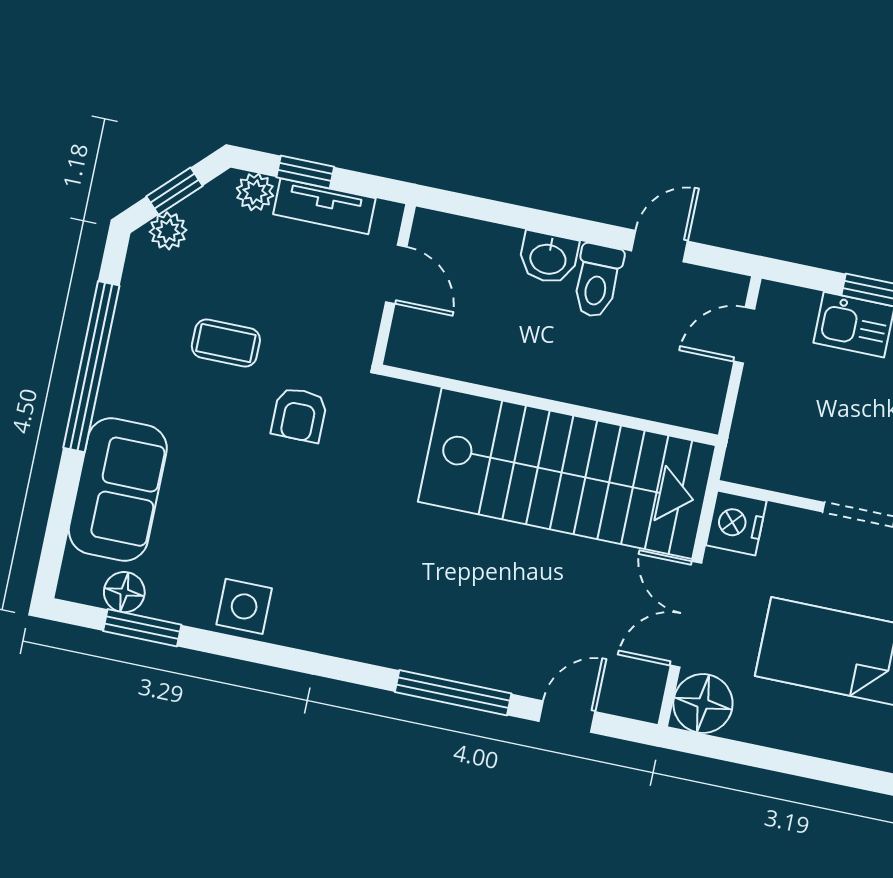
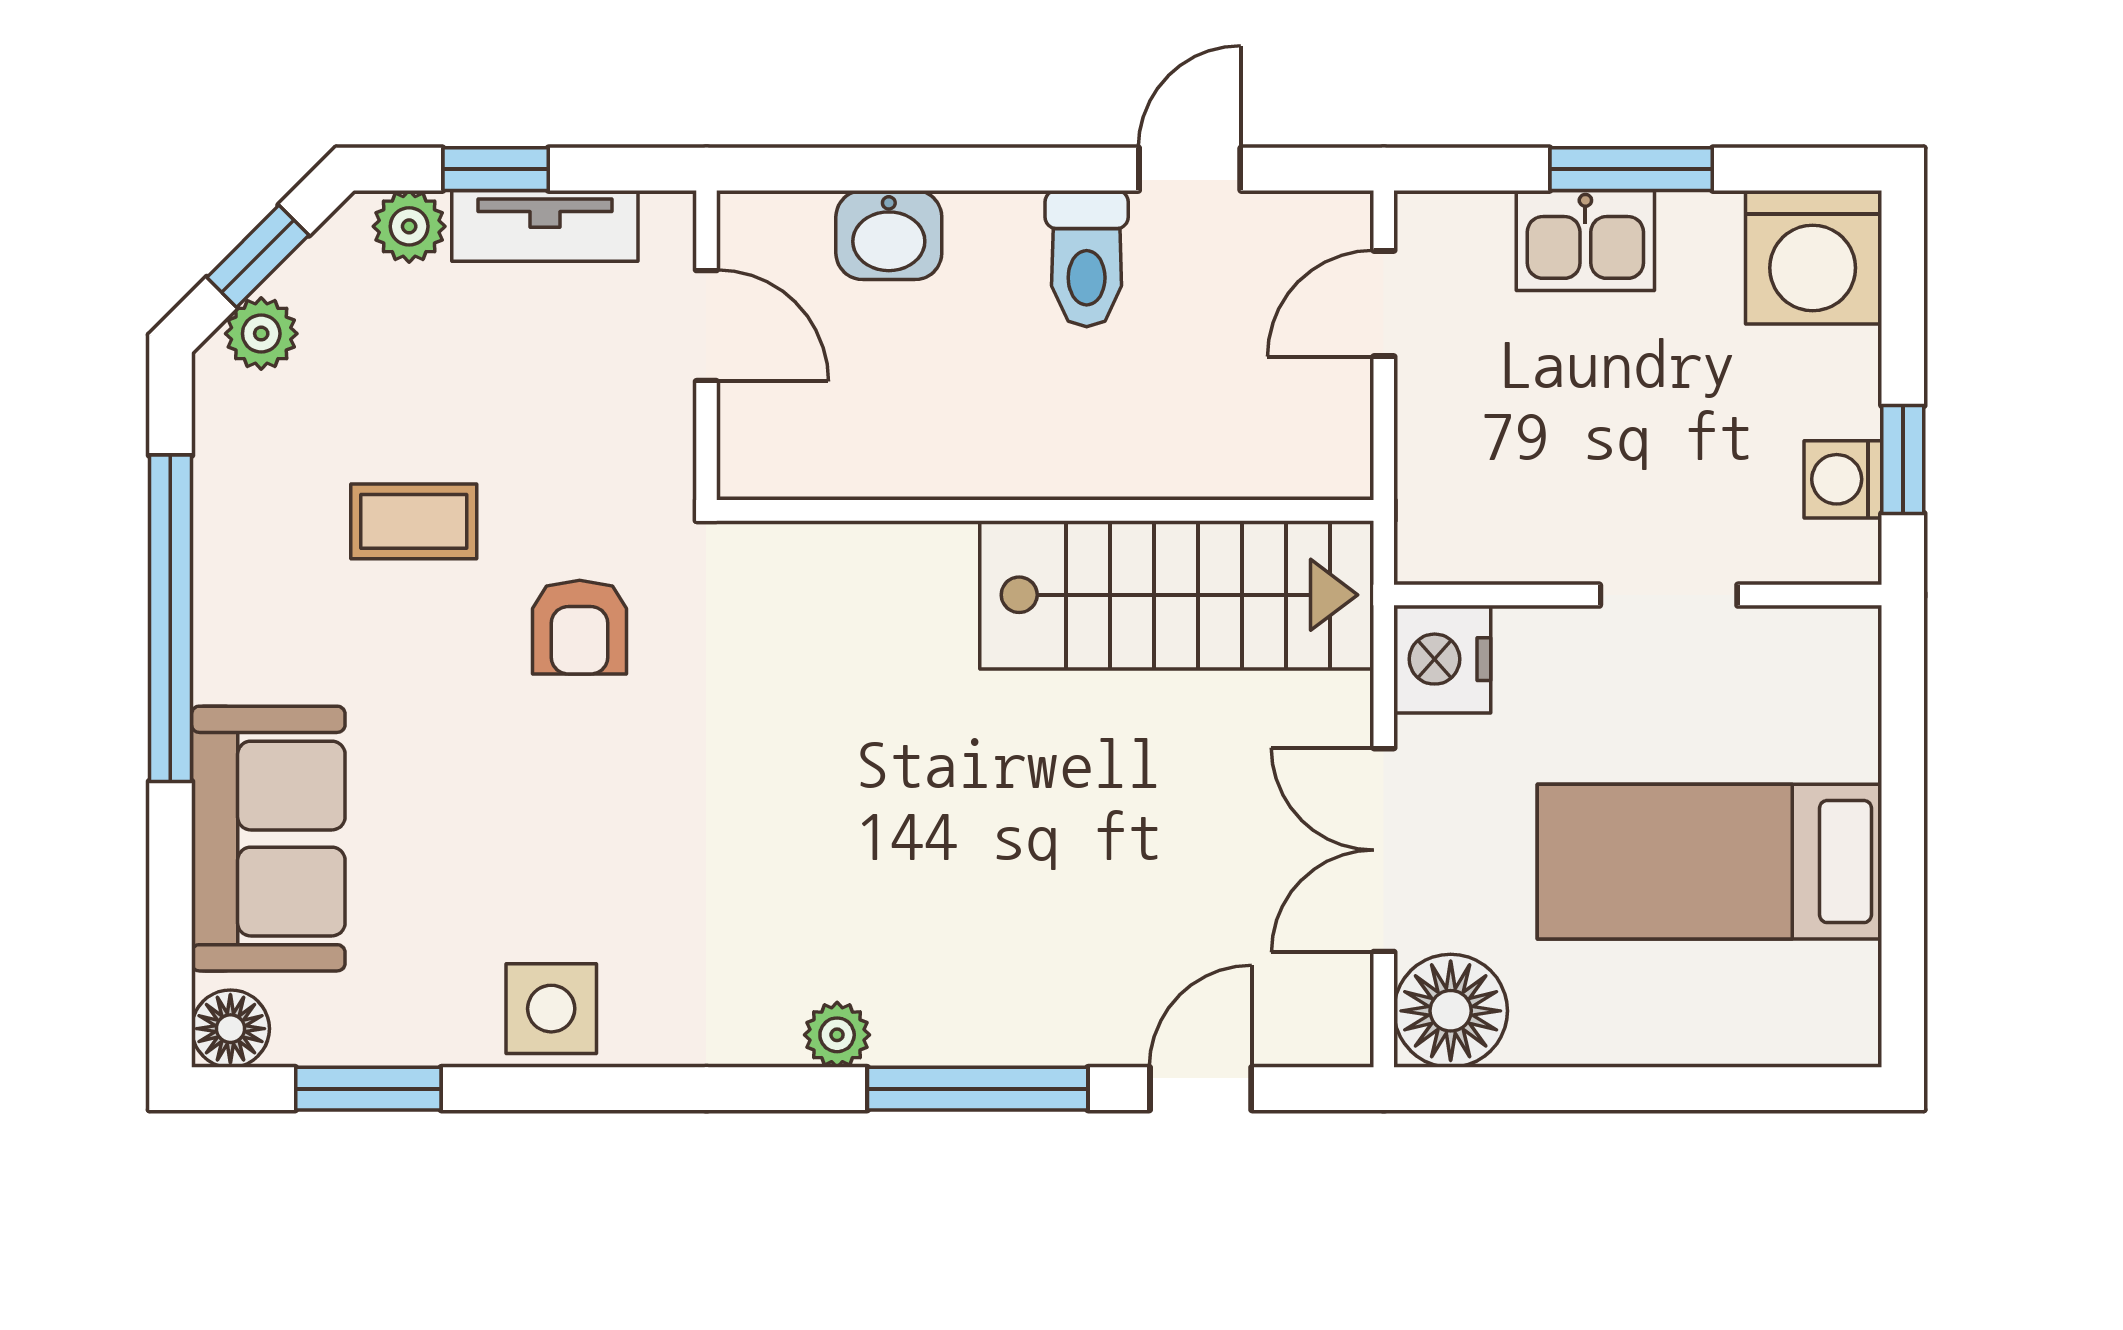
washbasin: (548, 258) -> (889, 235), moved
stairs: (567, 473) -> (1177, 595), width x0.73, depth x0.66
floor lamp: (124, 592) -> (230, 1029), moved
plant: (387, 650) -> (837, 1035), added

